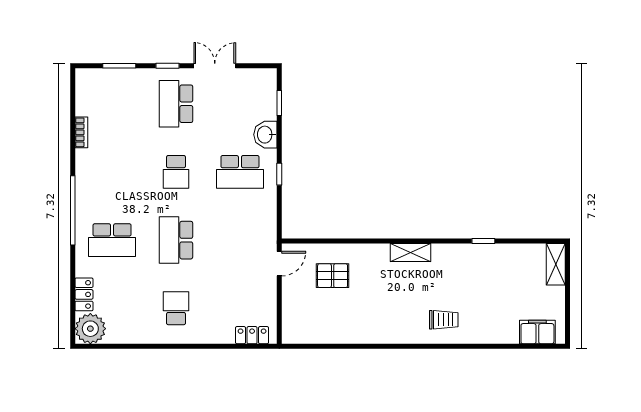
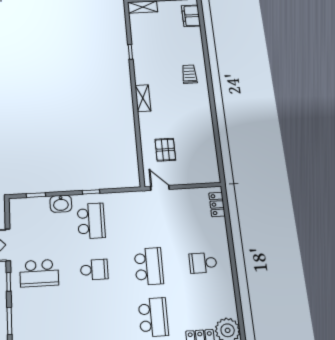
school desk: (176, 240) -> (149, 266), turned -90

